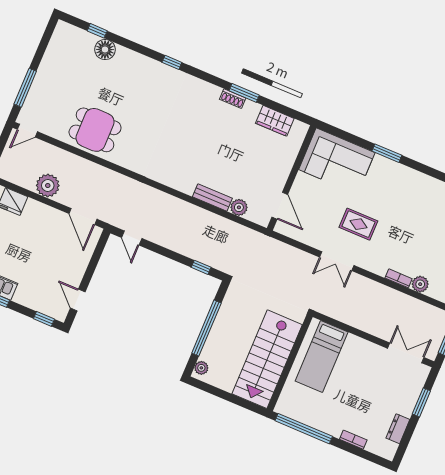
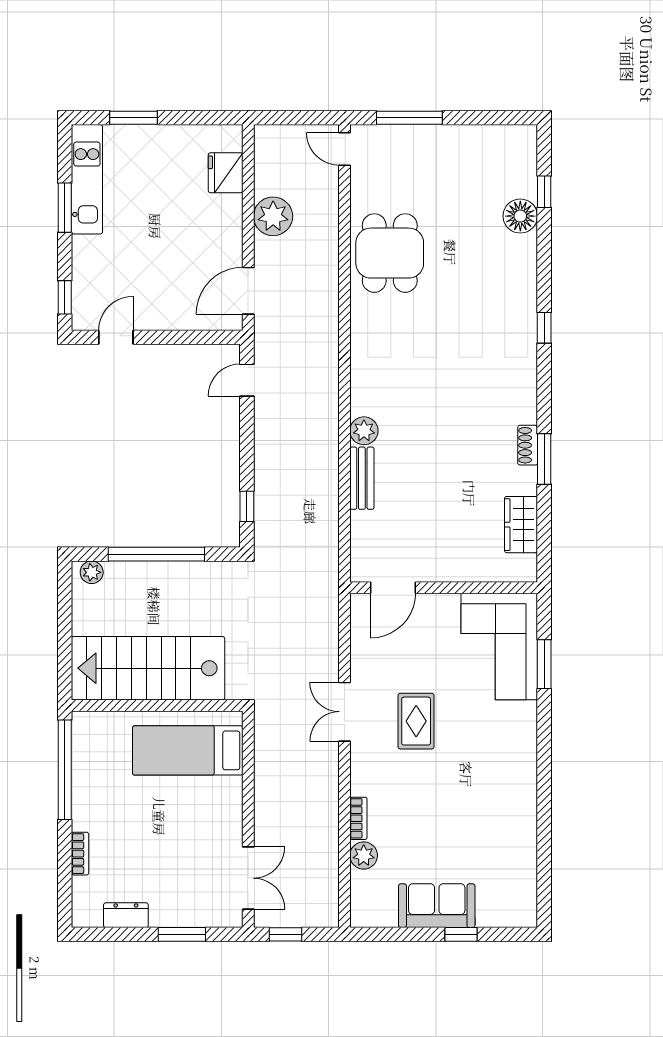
window: (387, 153) -> (544, 664), moved
plant: (239, 207) -> (364, 431), moved

